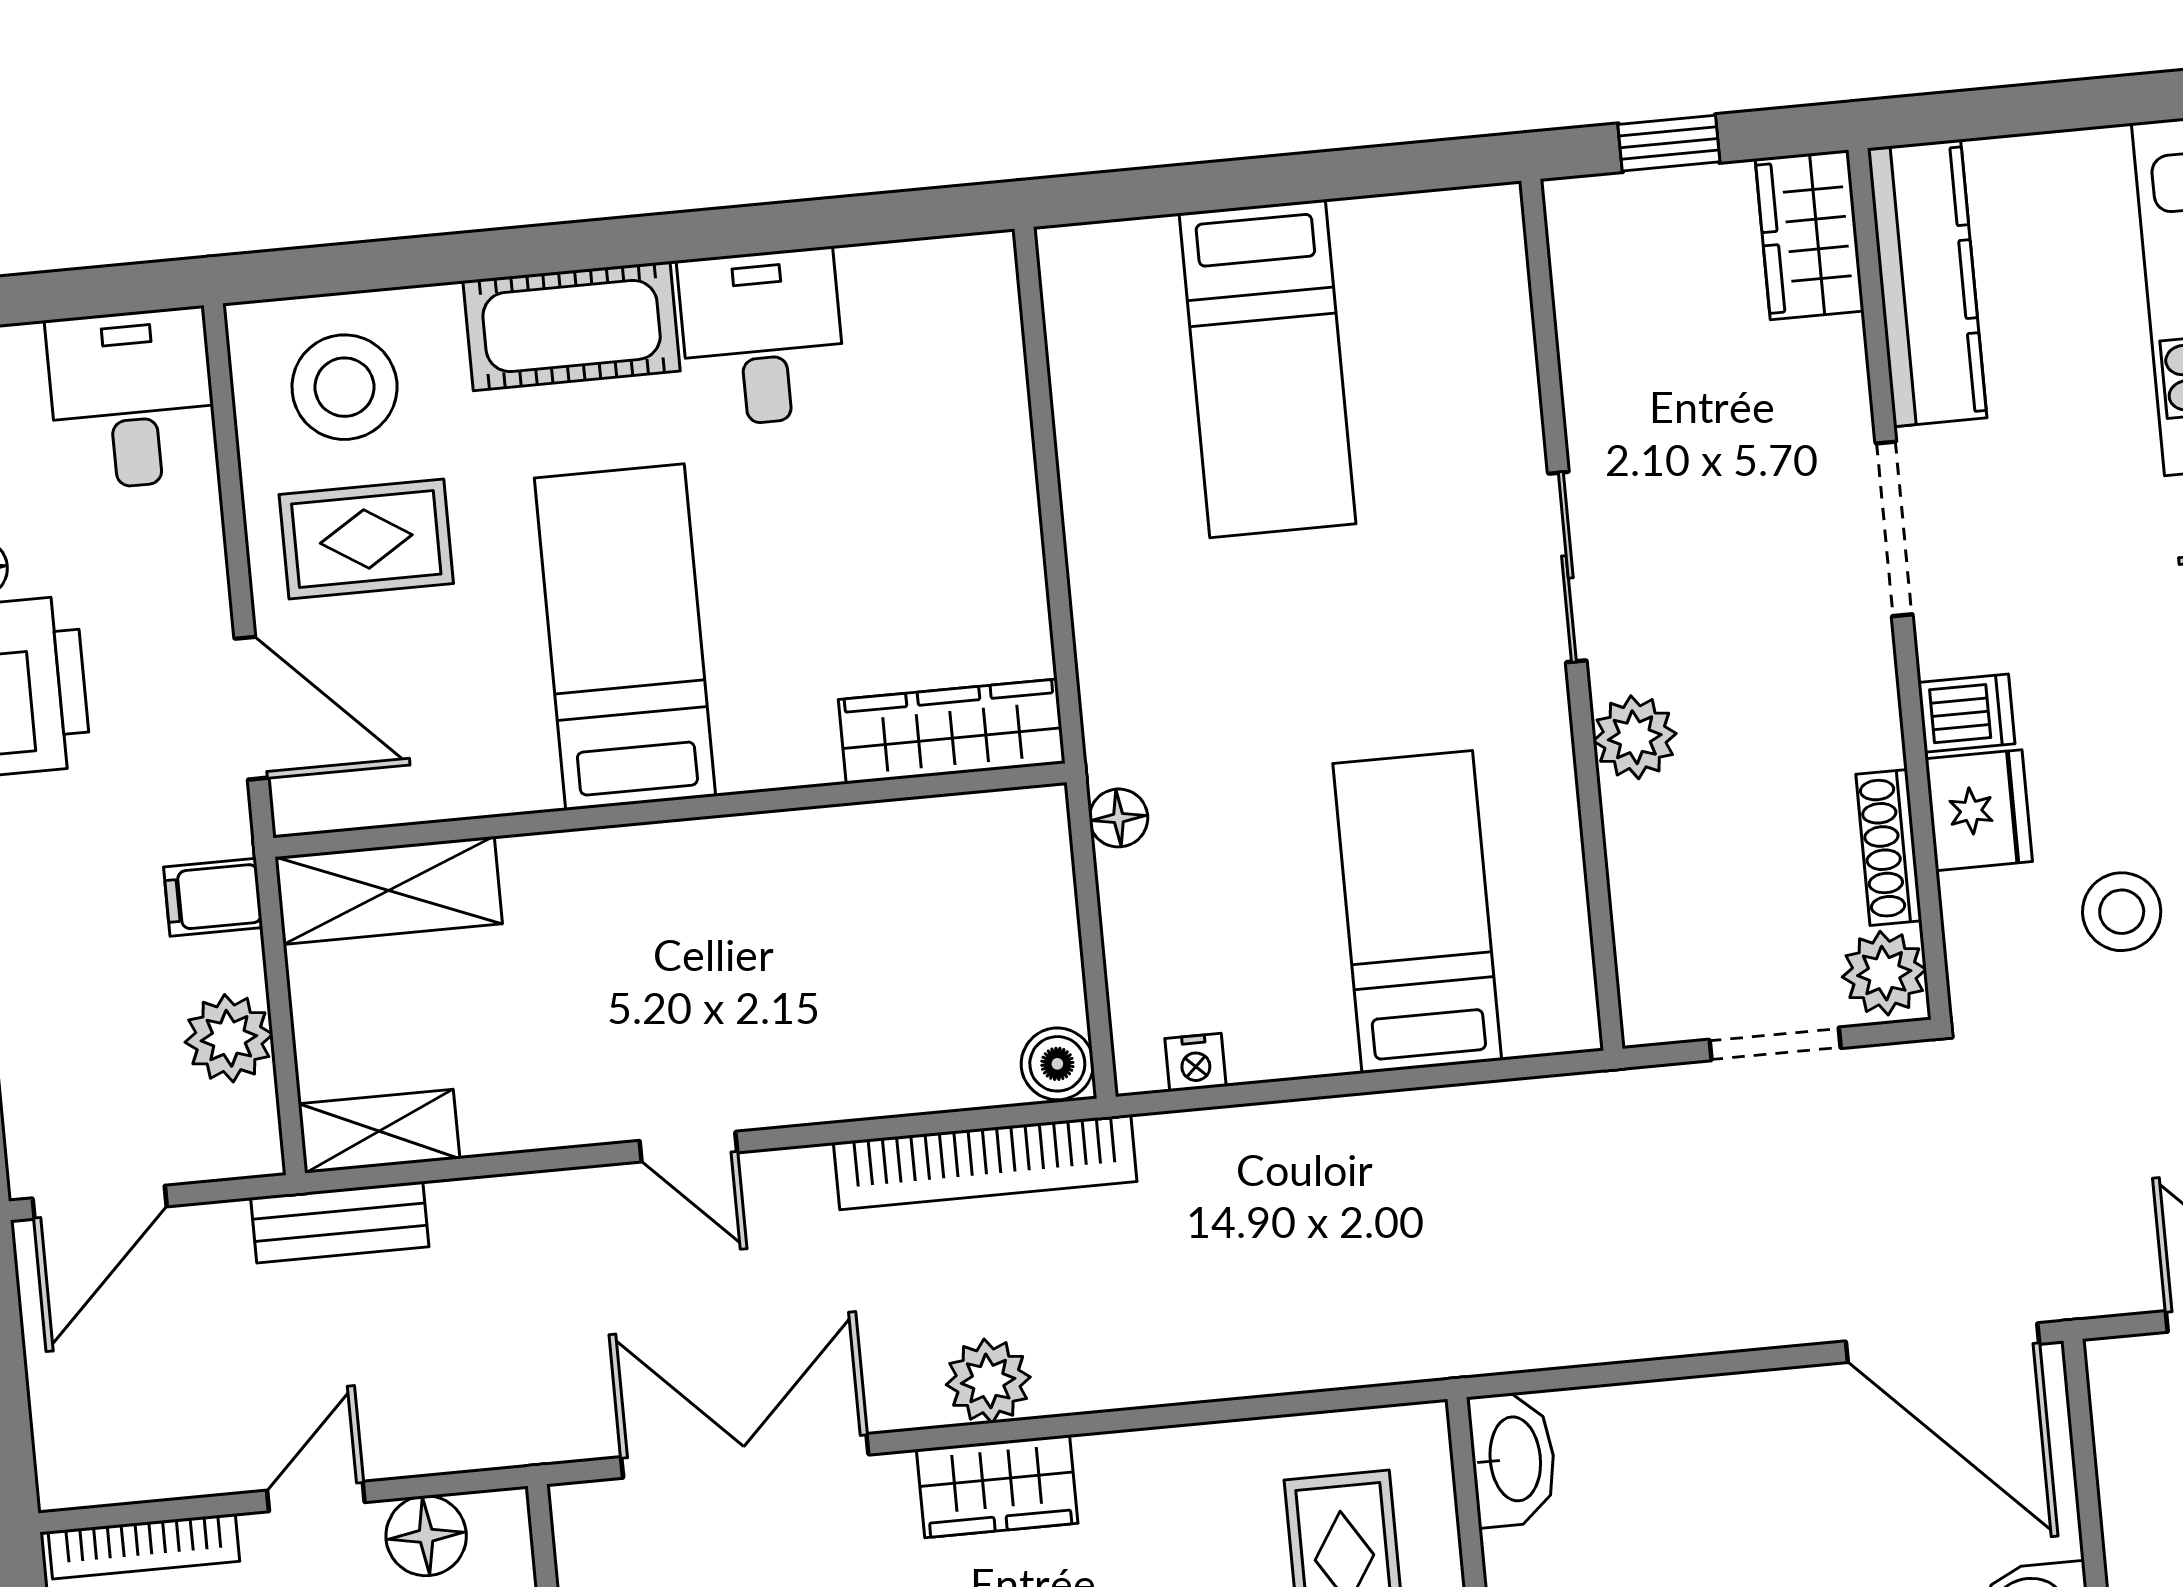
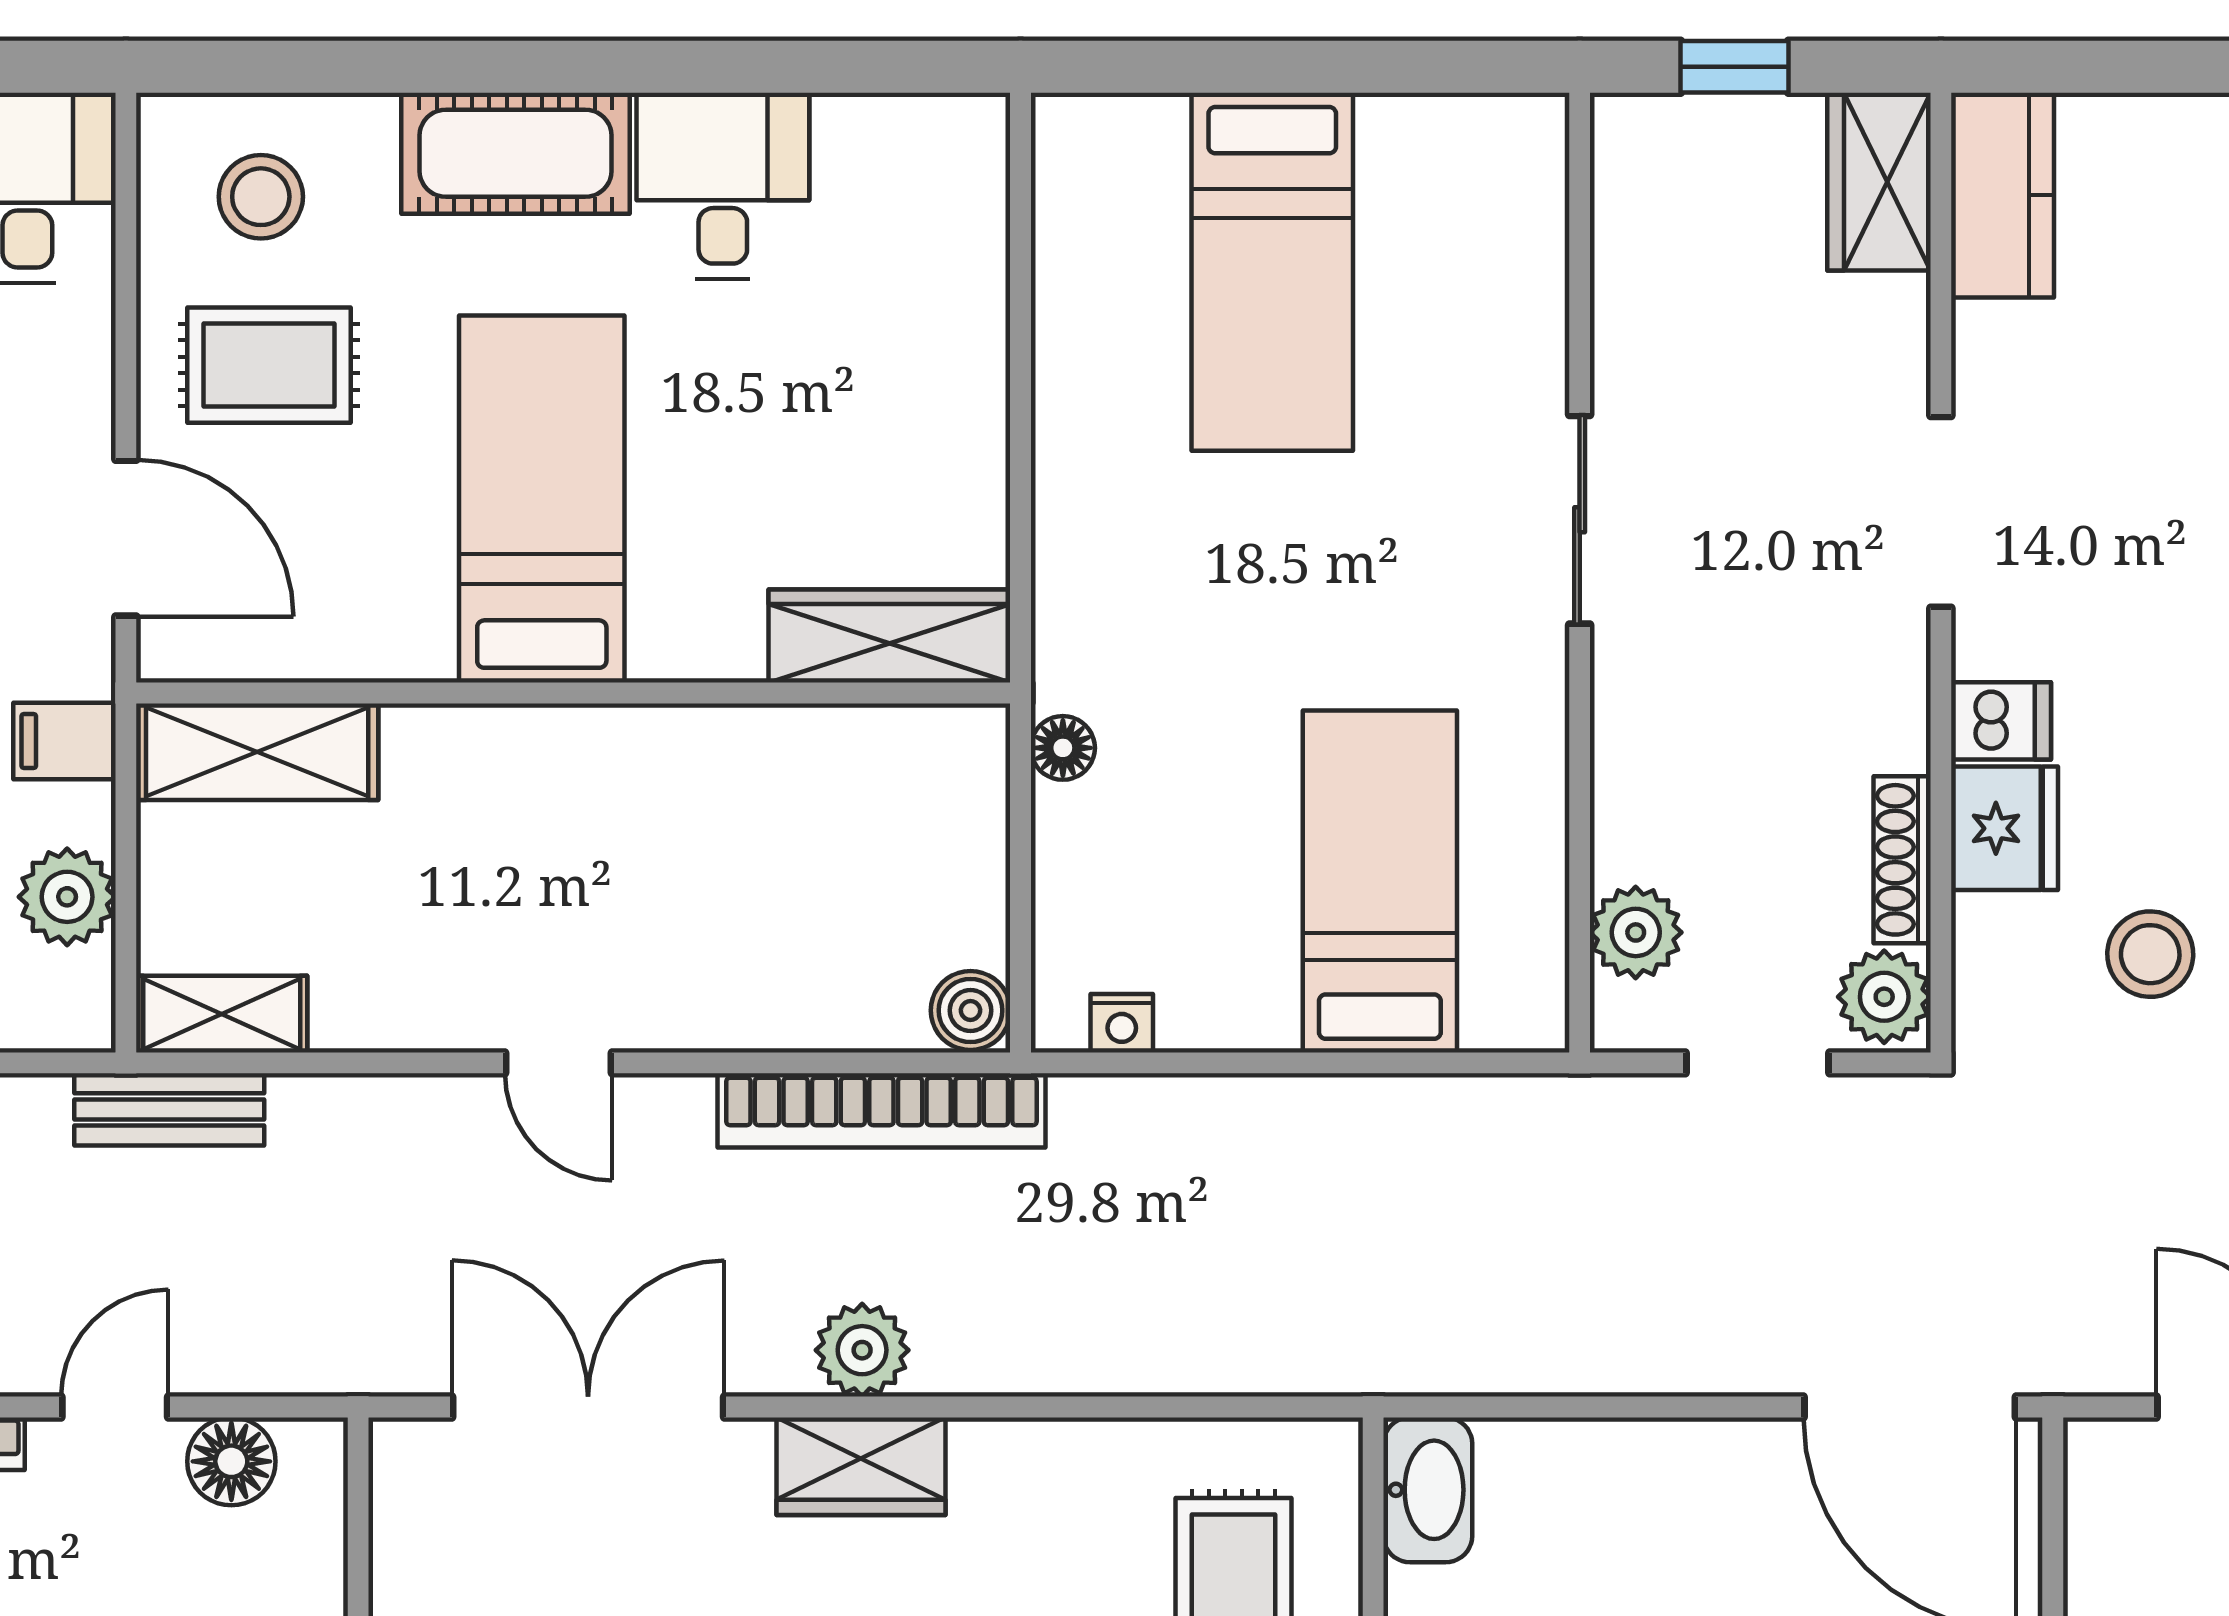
kitchen counter: (1927, 283) -> (2002, 195), width x0.67
stool: (345, 387) -> (261, 197), width x0.73, depth x0.73
plant: (1635, 737) -> (1636, 932), moved

